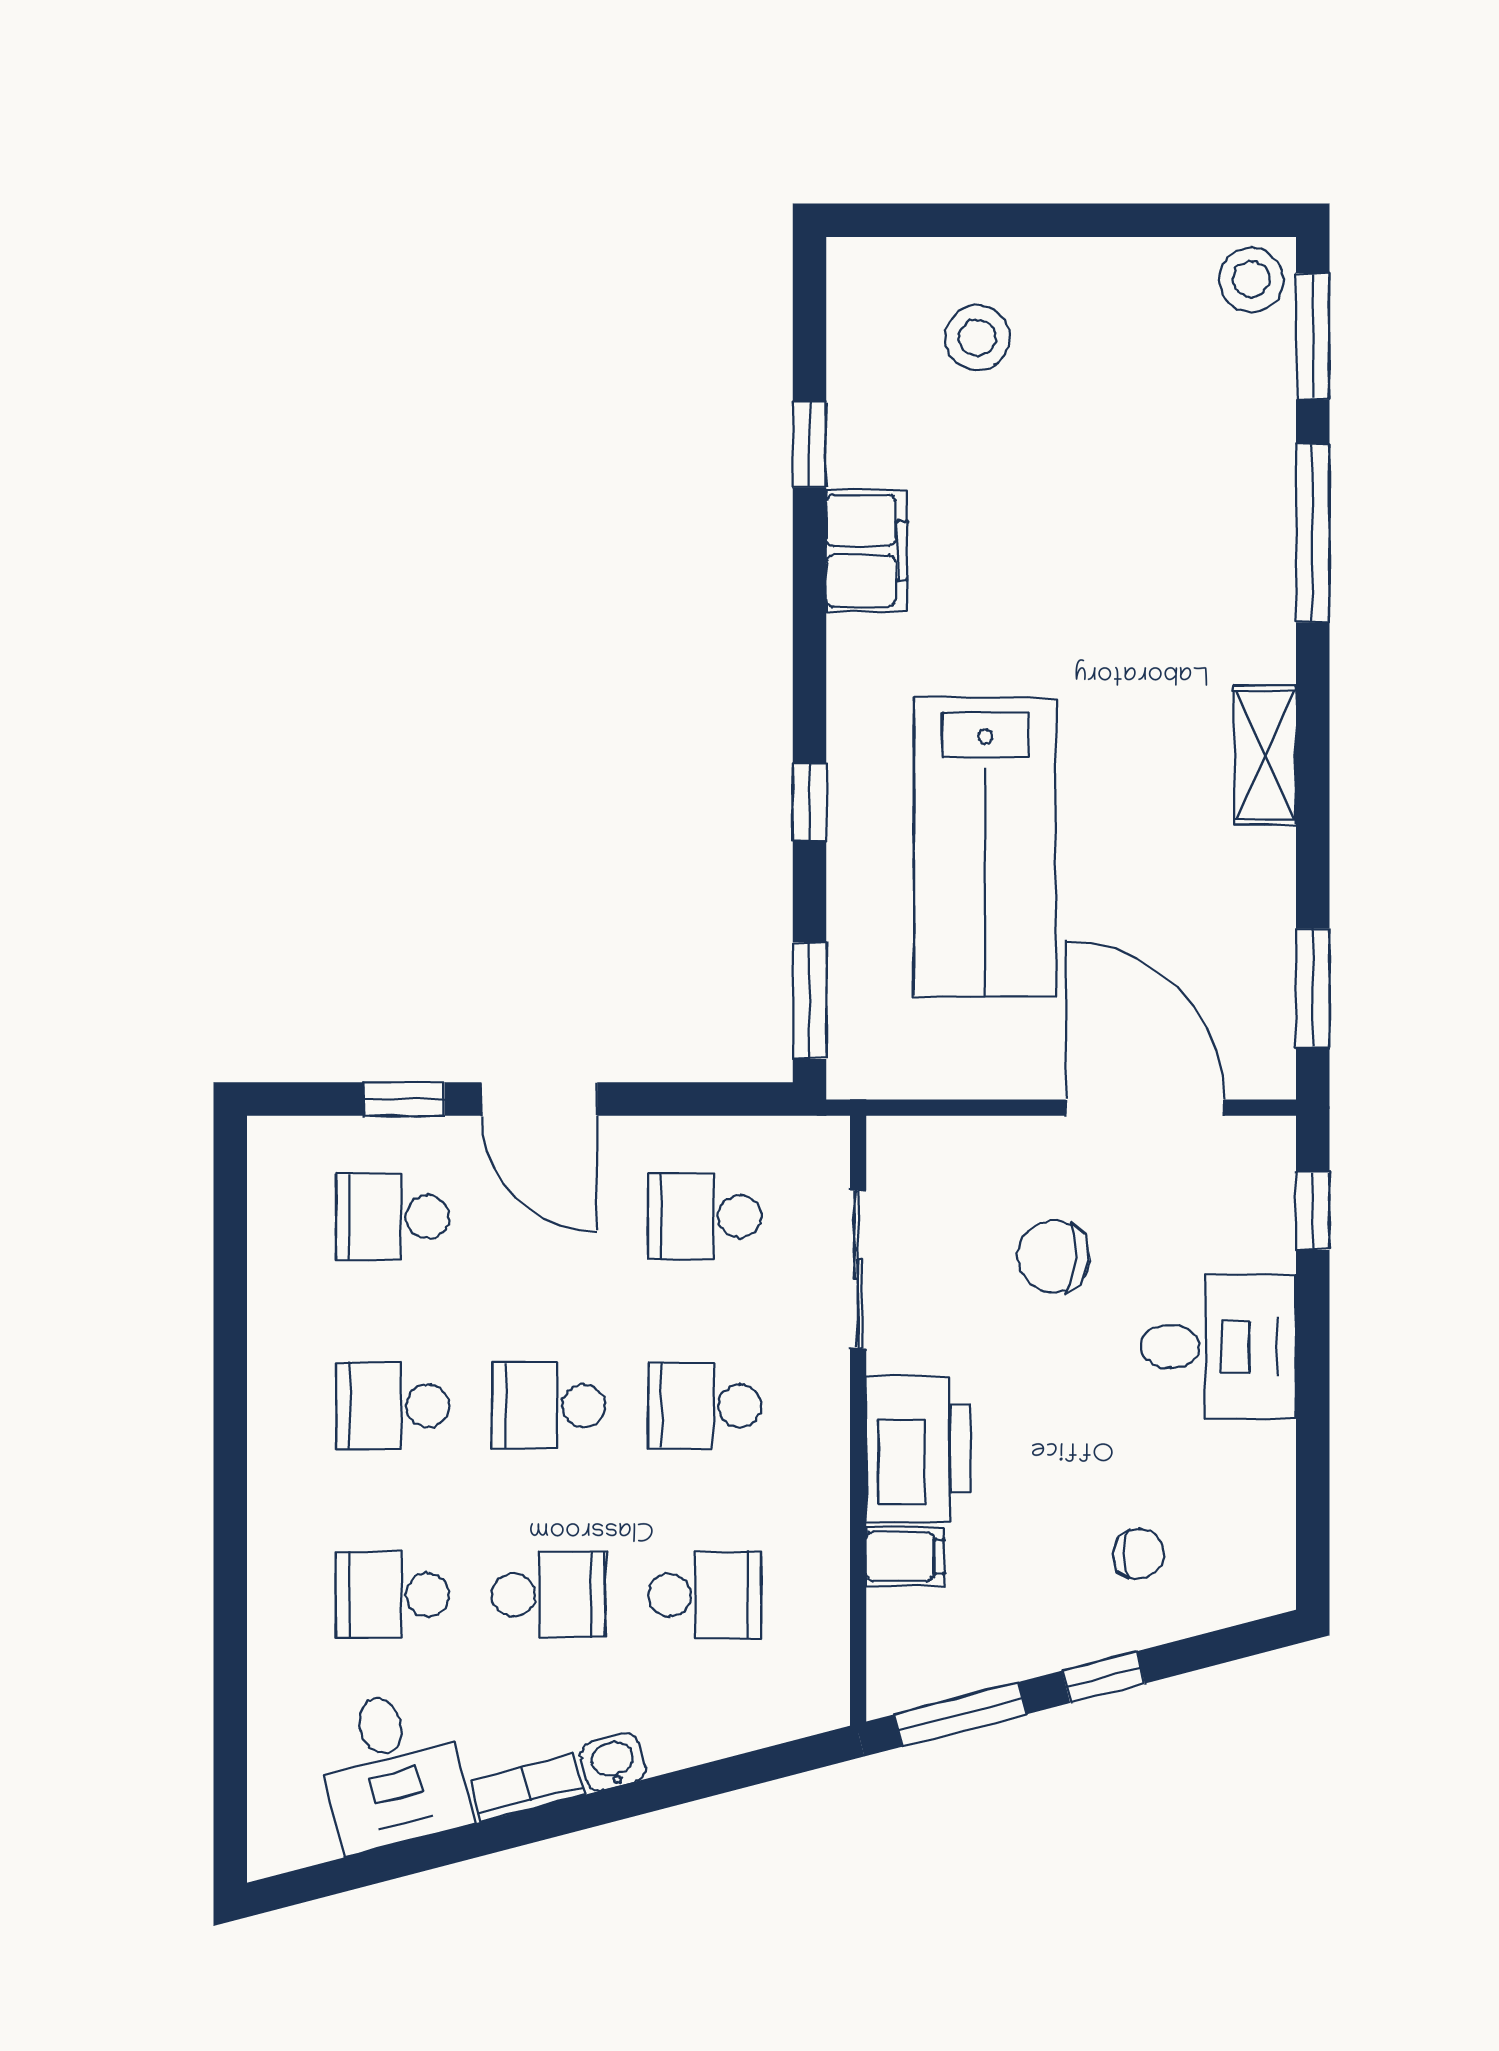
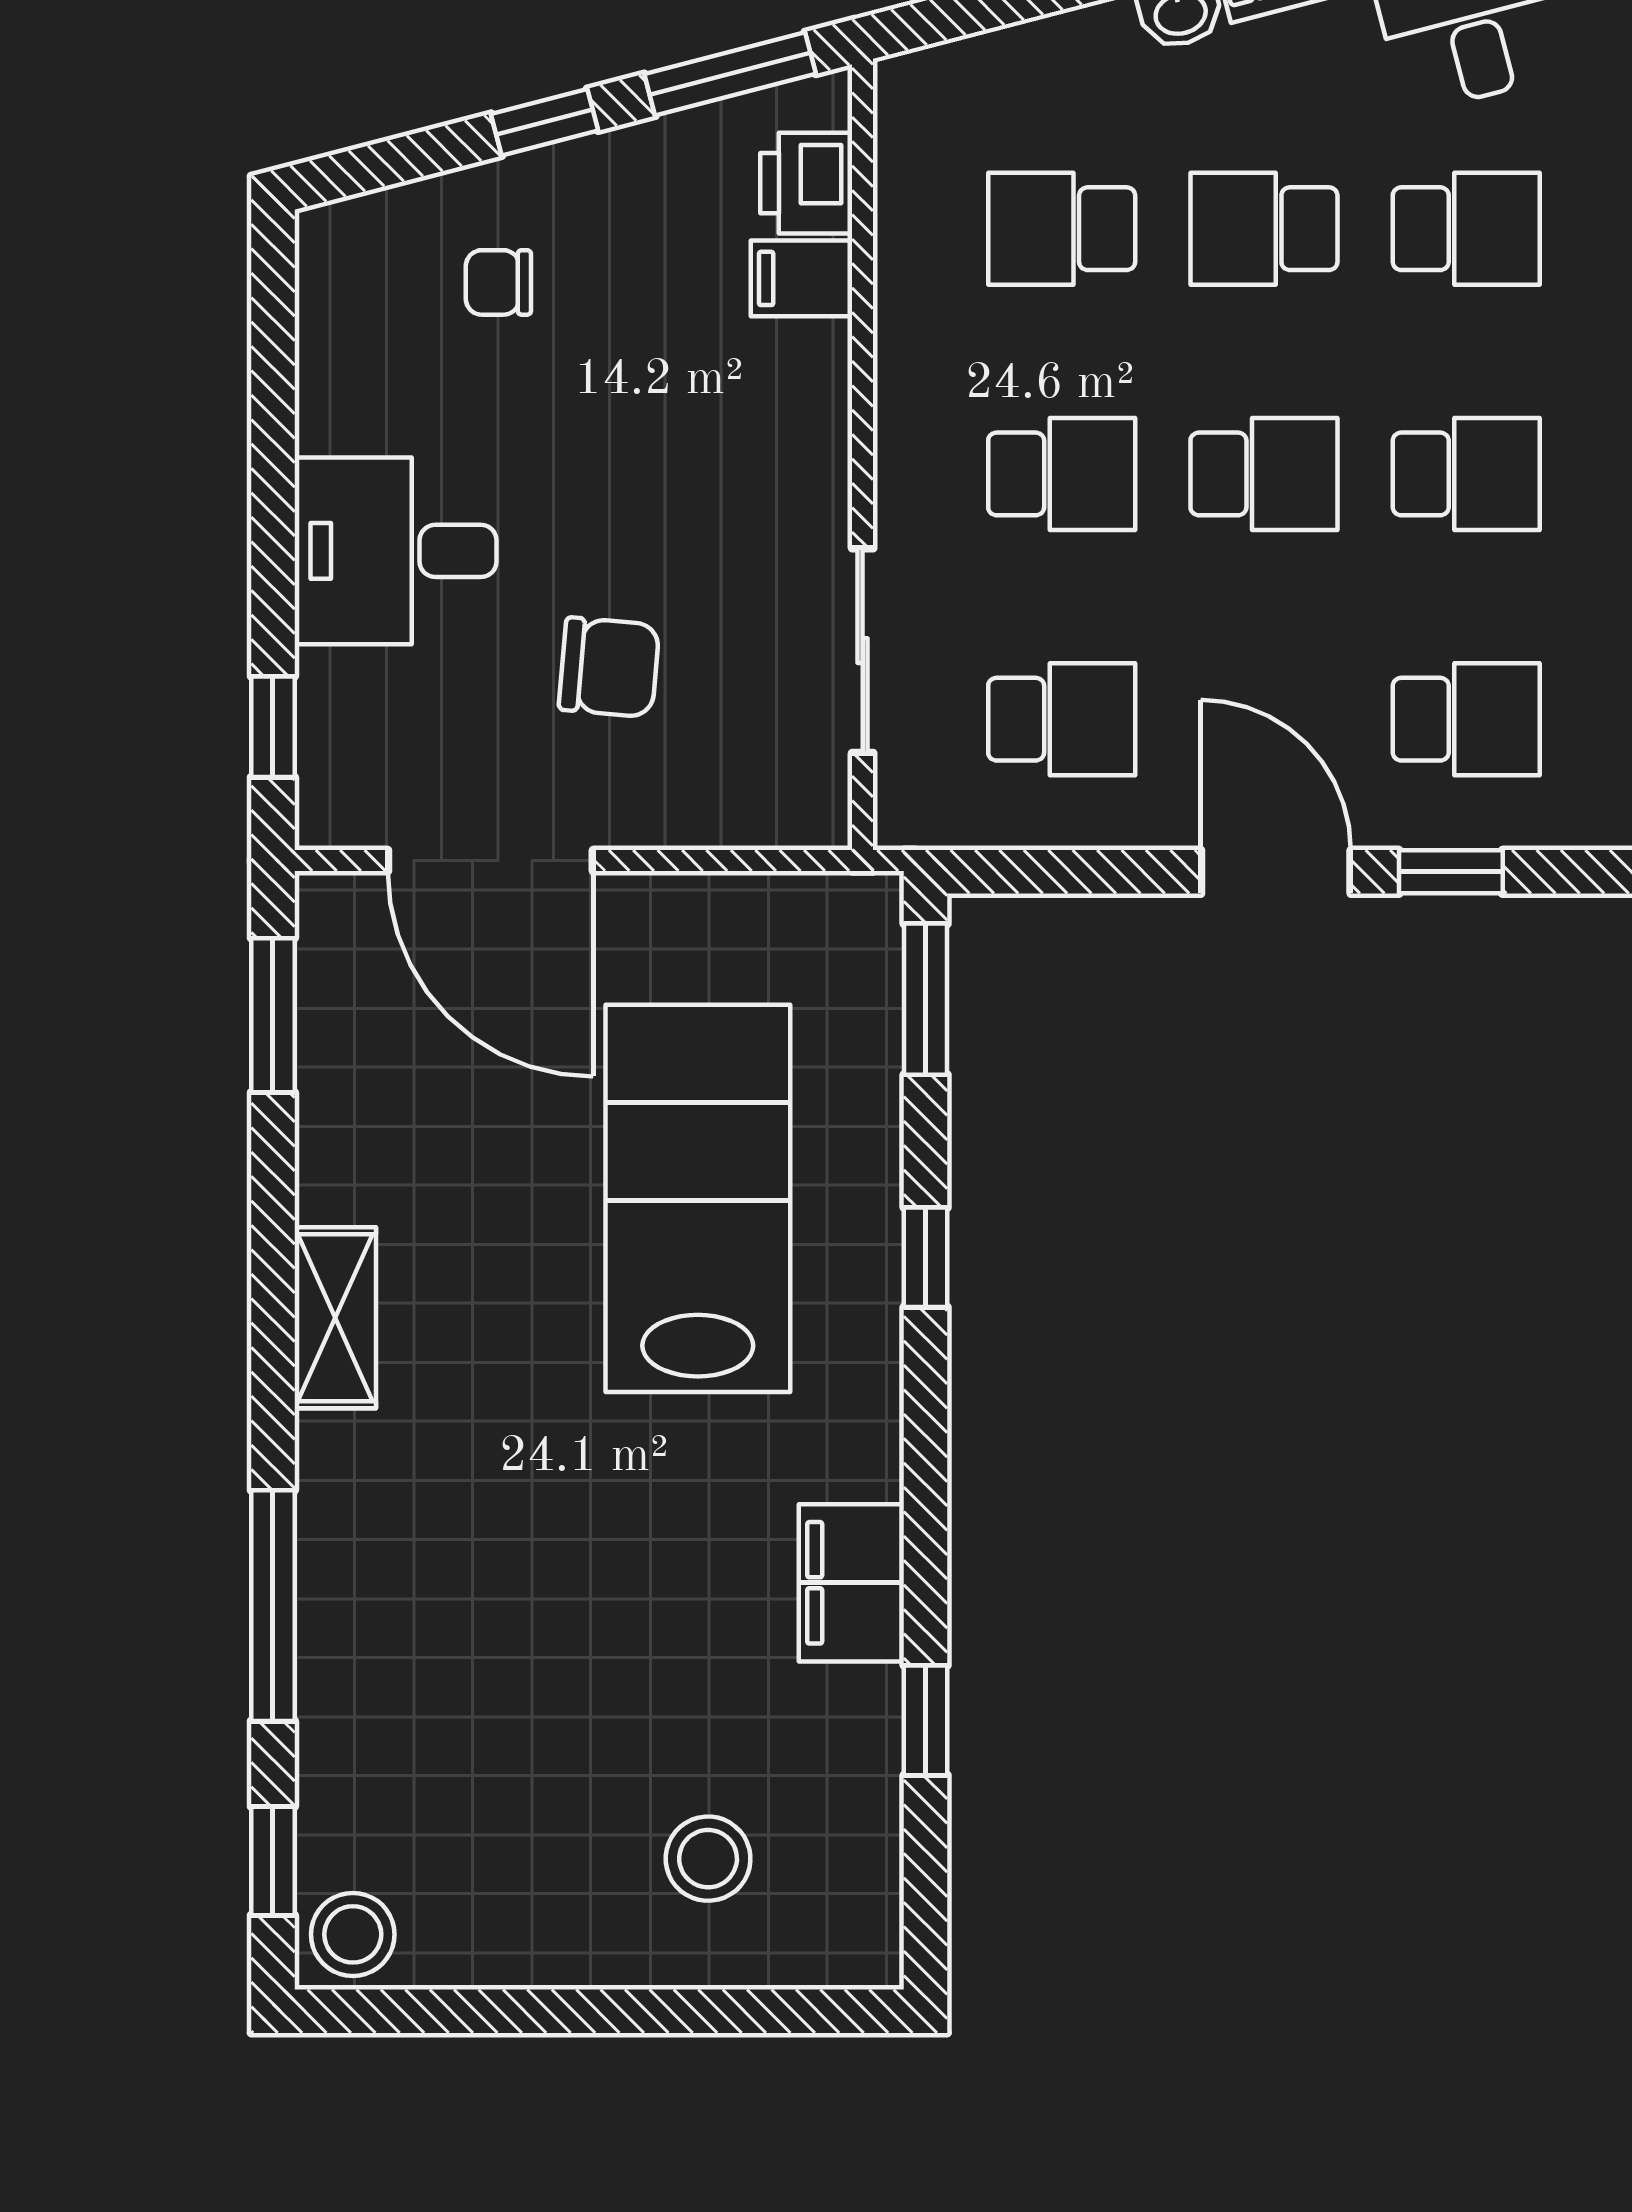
window: (1313, 336) -> (273, 1861), width x0.67
printer: (918, 1449) -> (806, 183), moved, width x0.53, depth x0.68

